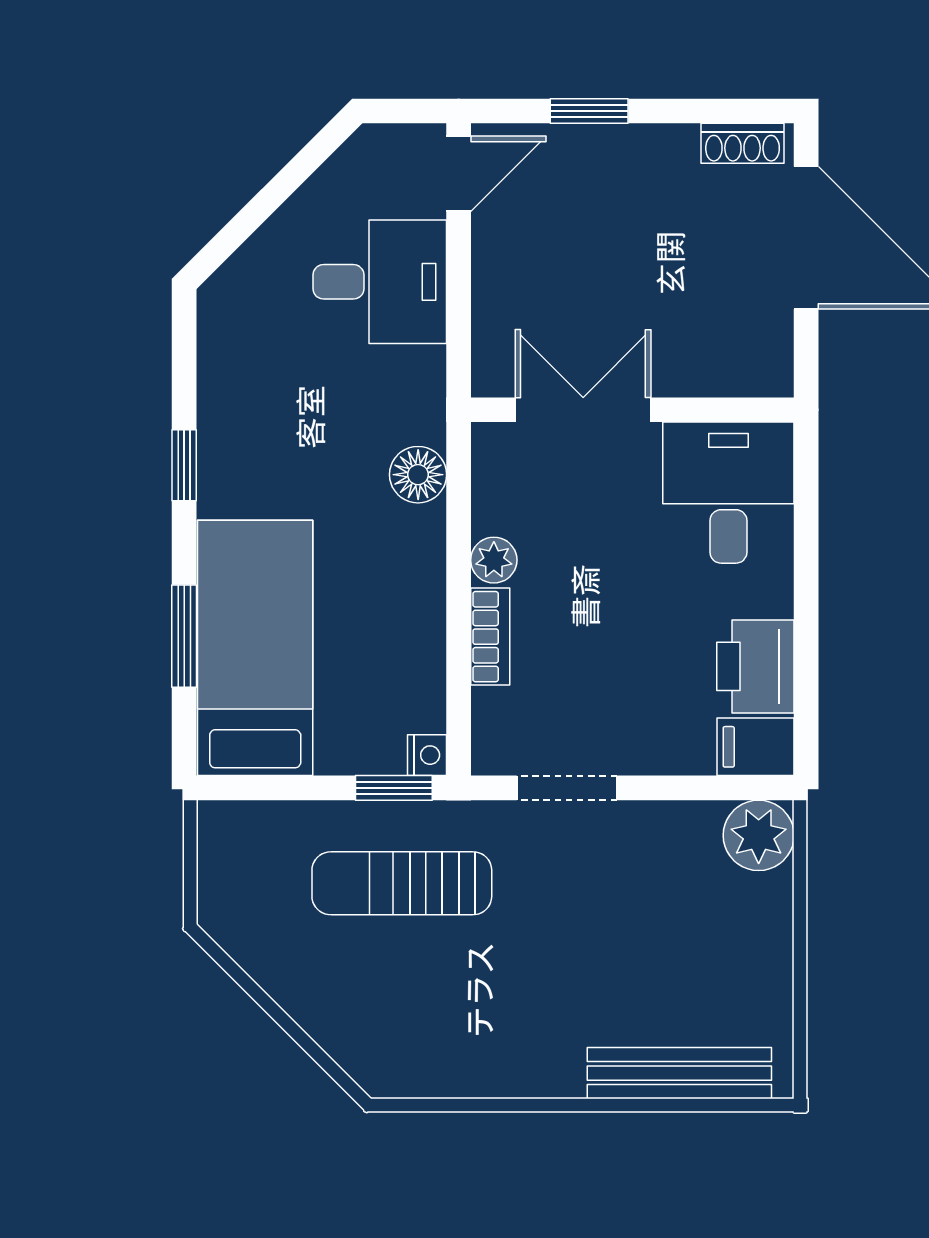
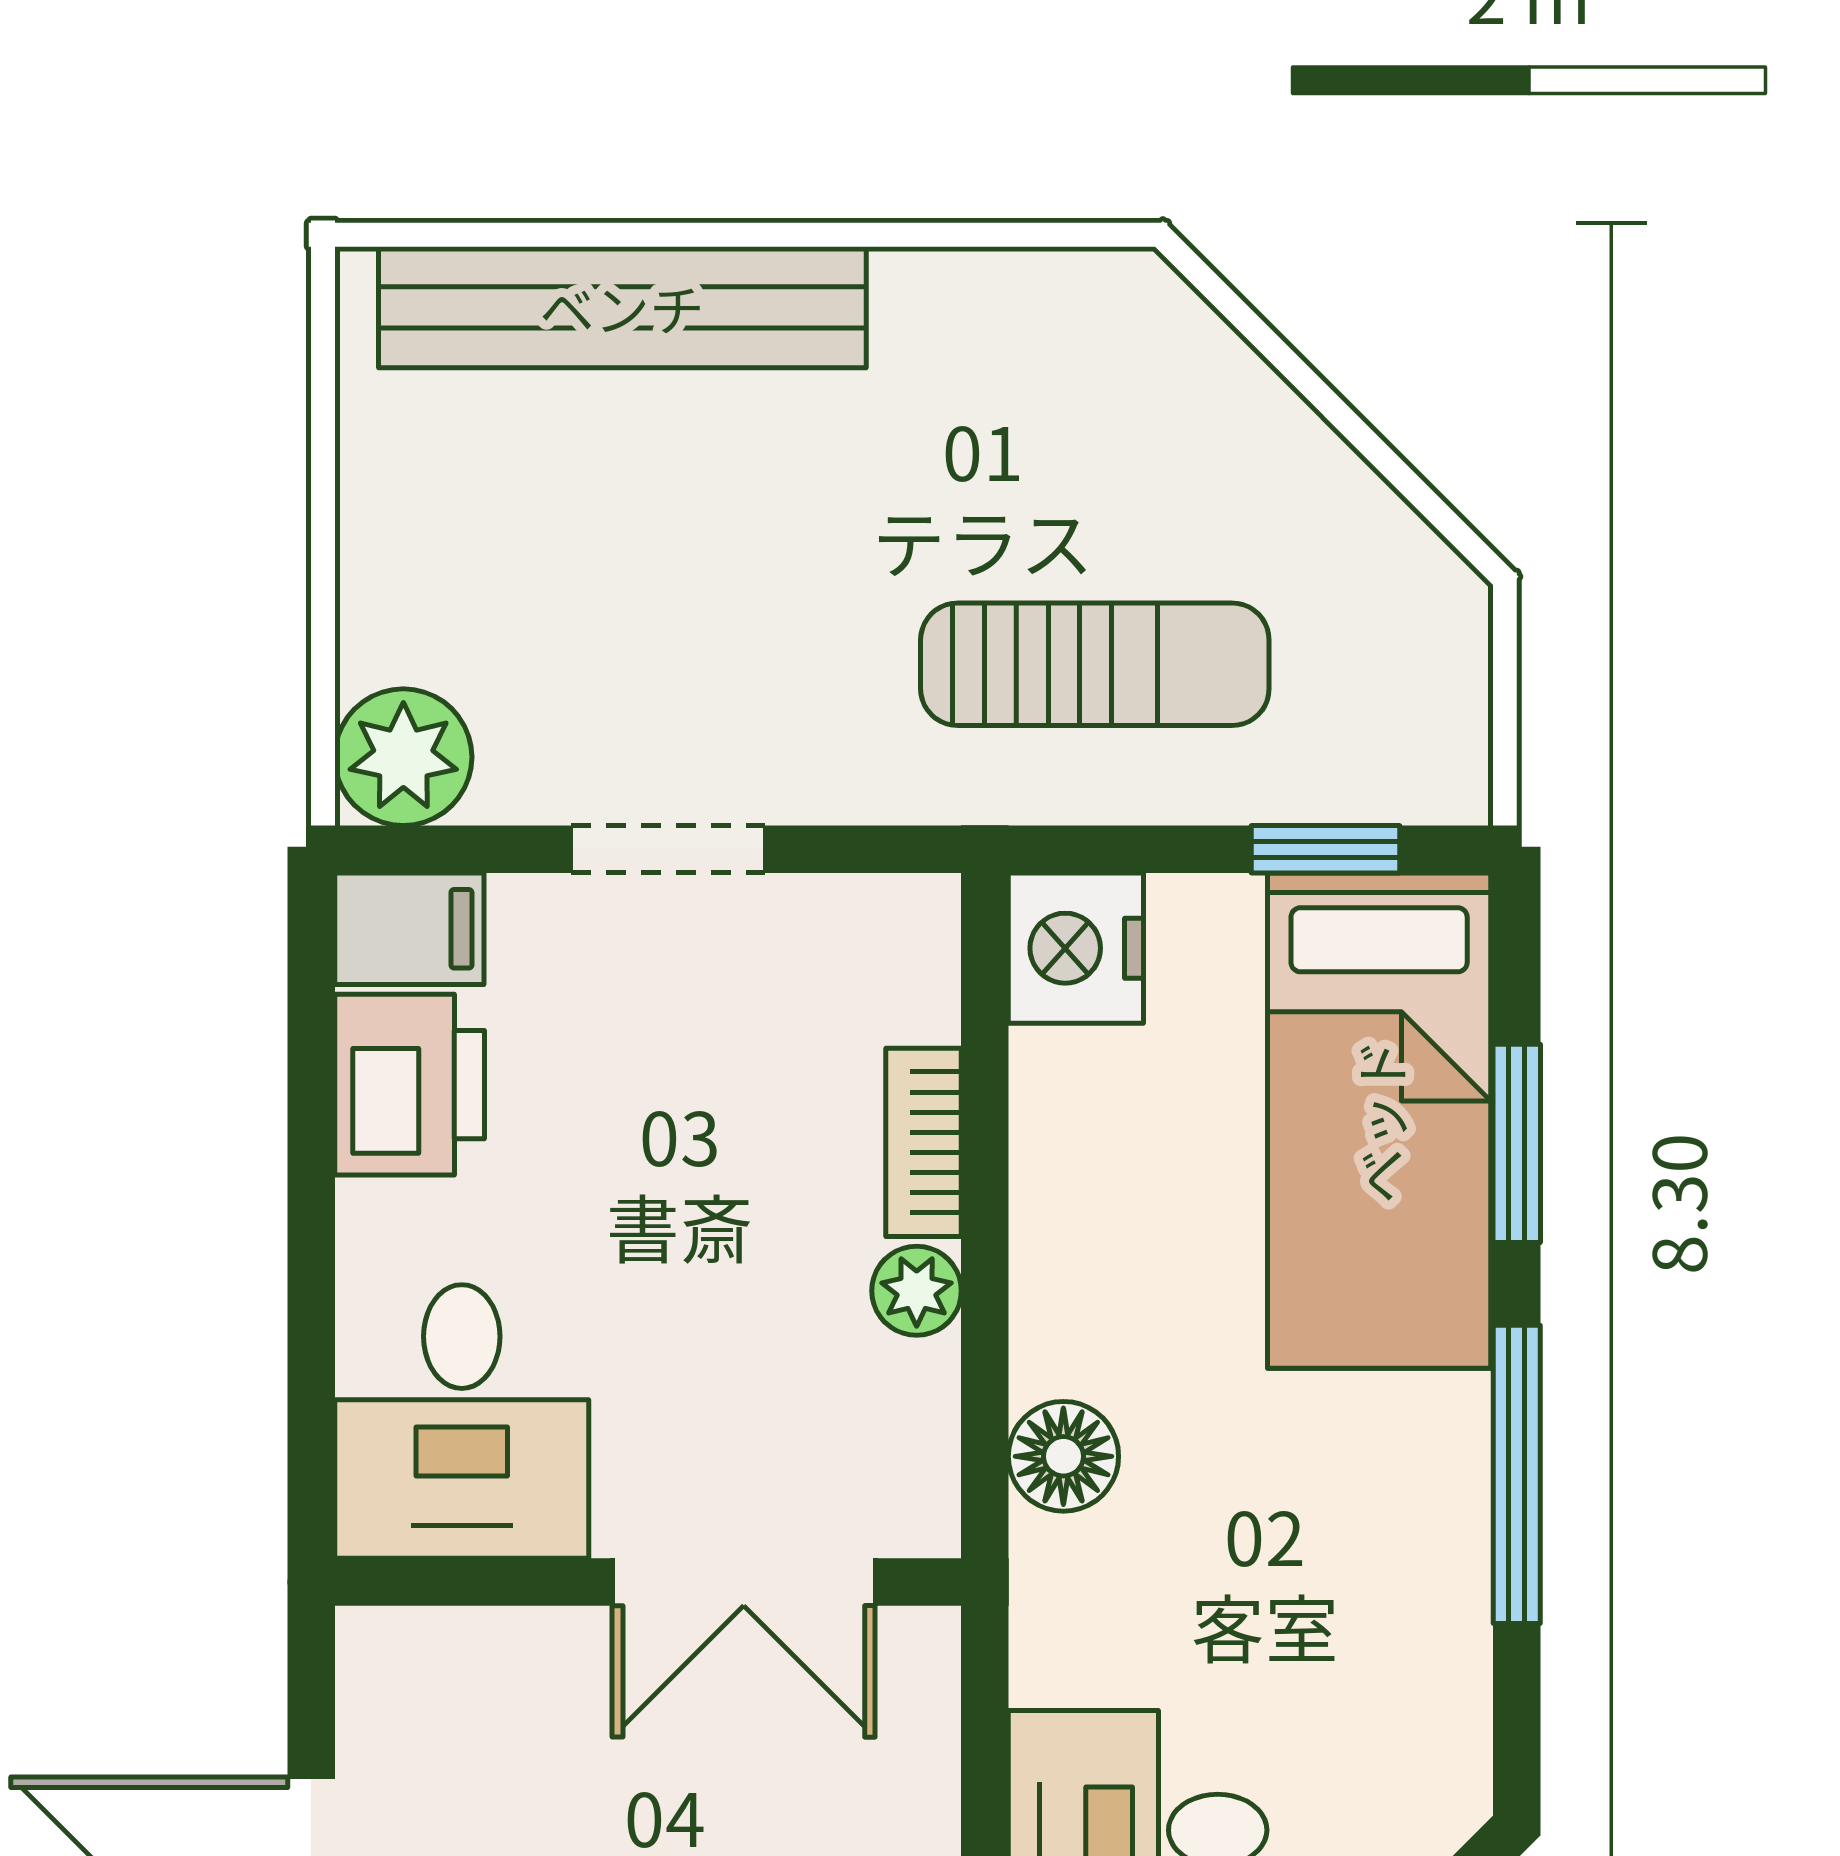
window: (184, 465) -> (1517, 1474), width x2.17
nightstand: (427, 755) -> (1076, 948), width x1.89, depth x1.79
window: (394, 788) -> (1325, 849), moved
doorway: (567, 788) -> (668, 849), moved
bench: (679, 1073) -> (622, 307), width x1.37, depth x1.21

